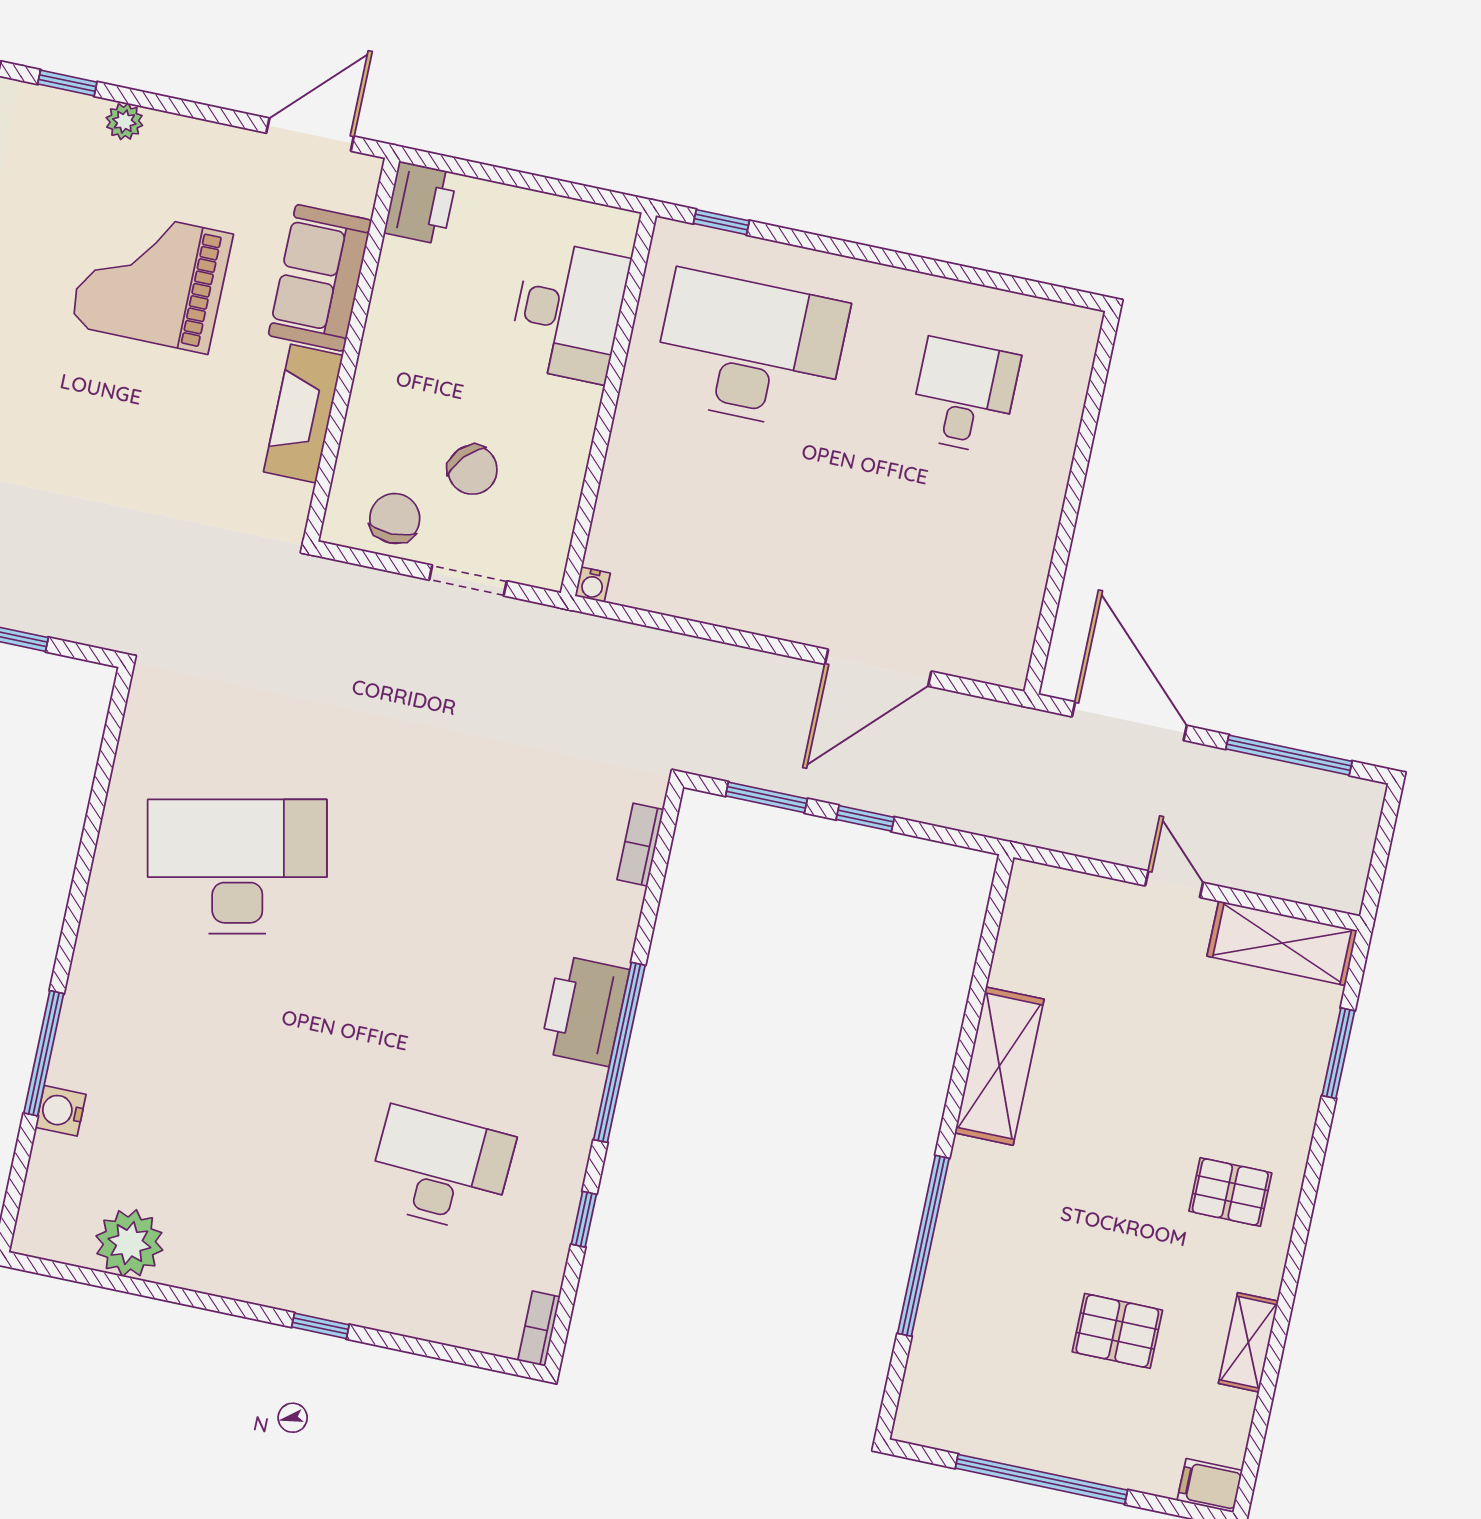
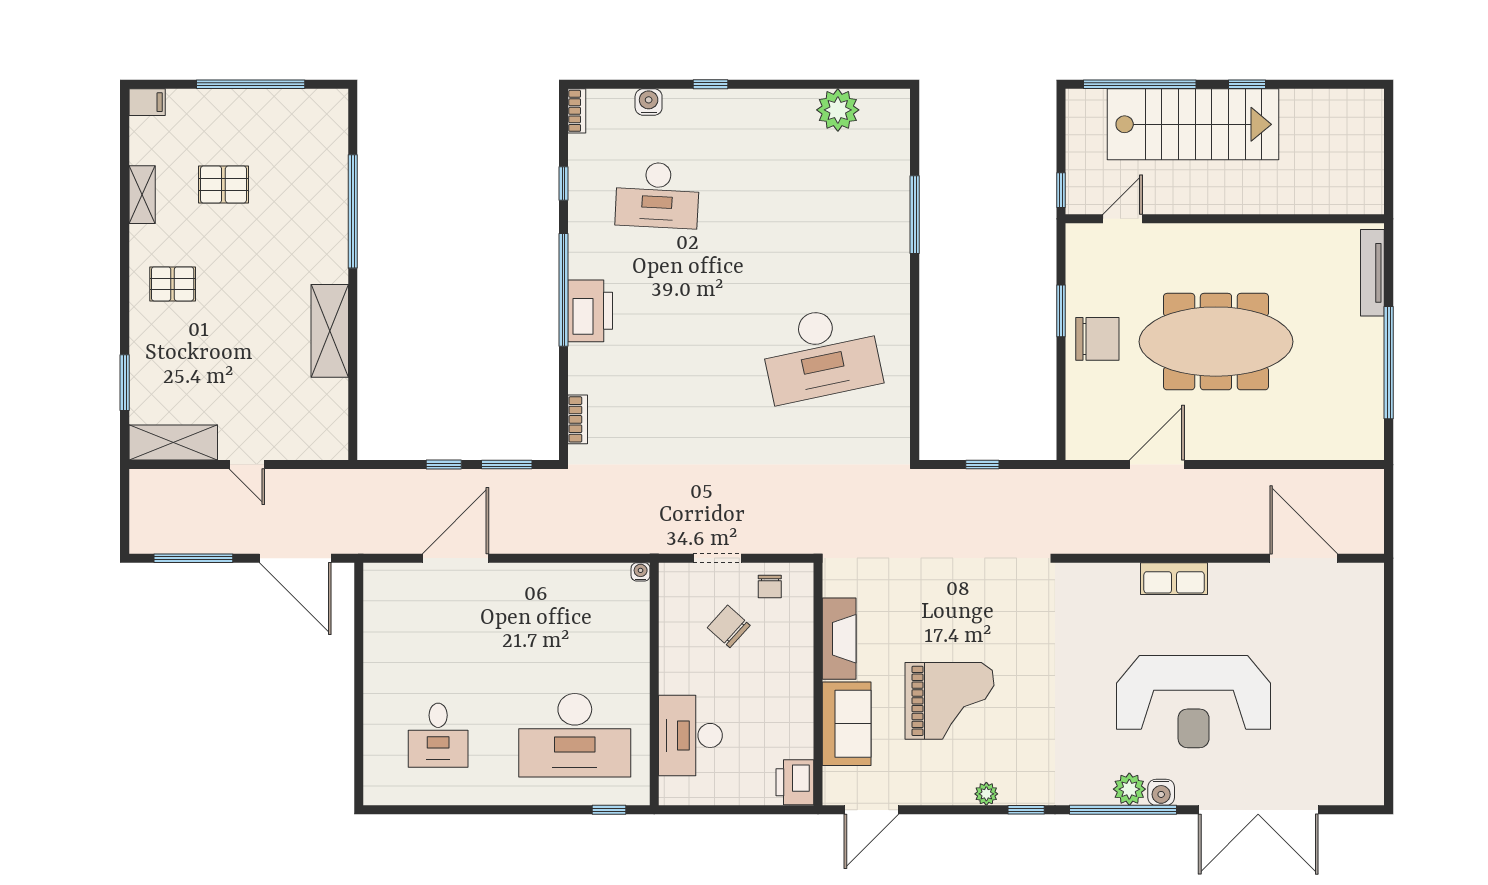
chair: (395, 518) -> (770, 587), width x0.73, depth x0.73
water cooler: (61, 1111) -> (649, 102), moved, turned -90

